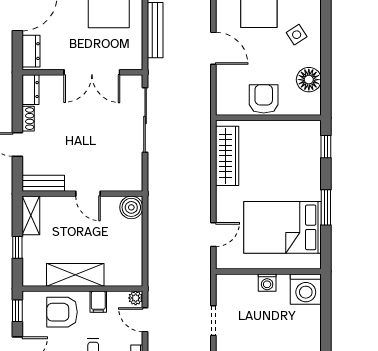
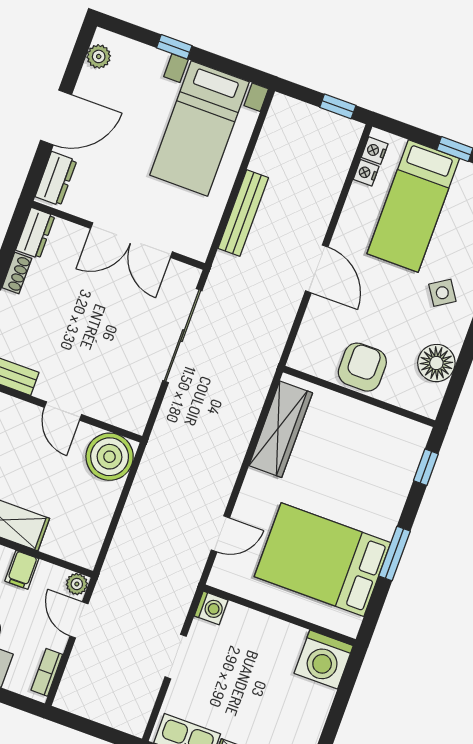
boiler: (131, 207) -> (110, 457), width x1.37, depth x1.37
washing machine: (267, 283) -> (211, 608), moved, turned -90

